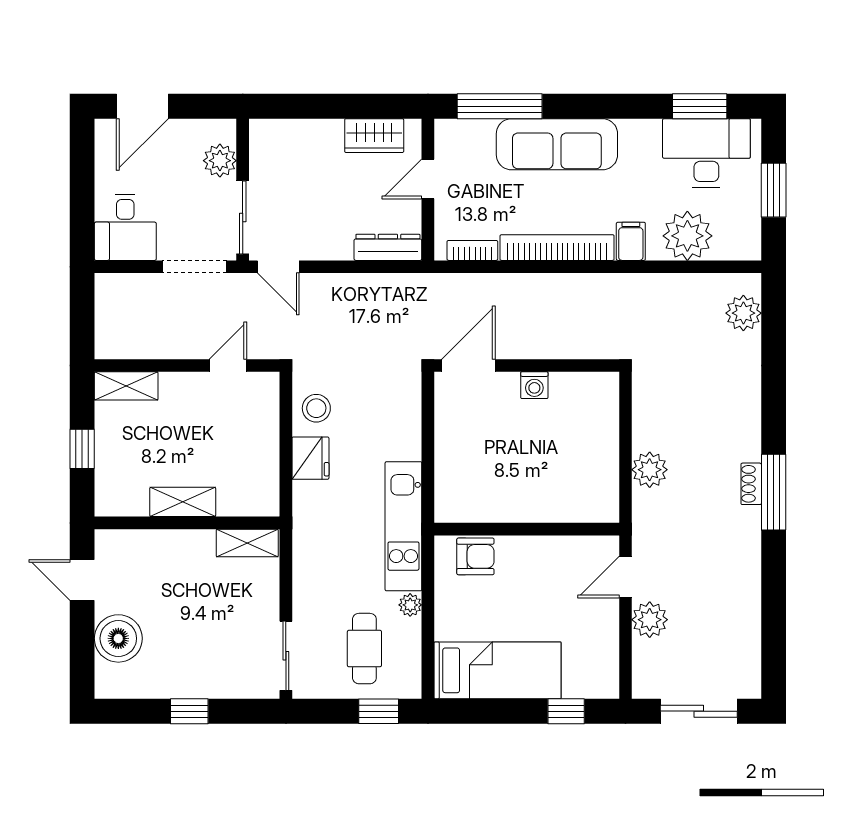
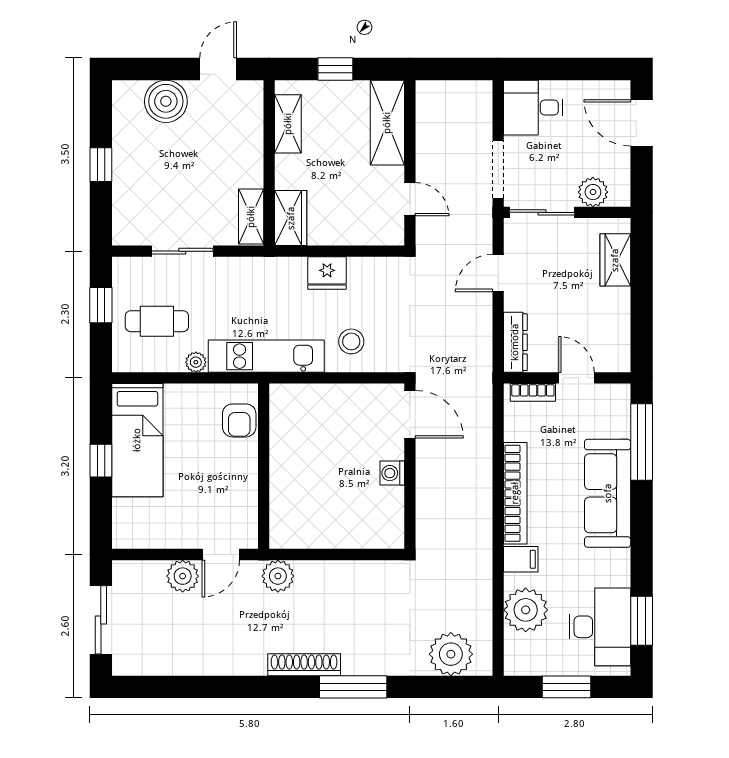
wardrobe: (374, 136) -> (615, 260), moved
bookcase: (472, 250) -> (533, 392), moved, turned 90
door: (278, 267) -> (498, 273), moved
plant: (743, 313) -> (451, 654), width x1.36, depth x1.36
shelving: (126, 386) -> (387, 123), width x1.50, depth x1.33
stool: (316, 408) -> (351, 341), moved
plant: (650, 470) -> (278, 576), moved
shoe rack: (751, 484) -> (304, 665), width x1.94, depth x1.24
window: (774, 492) -> (353, 687), moved
wardrobe: (249, 499) -> (291, 218), added
shelving: (183, 502) -> (288, 124), moved
door: (625, 577) -> (221, 555), swing flipped
sliding door: (286, 656) -> (182, 251), moved
window: (379, 711) -> (101, 305), moved
window: (566, 711) -> (101, 461), moved

